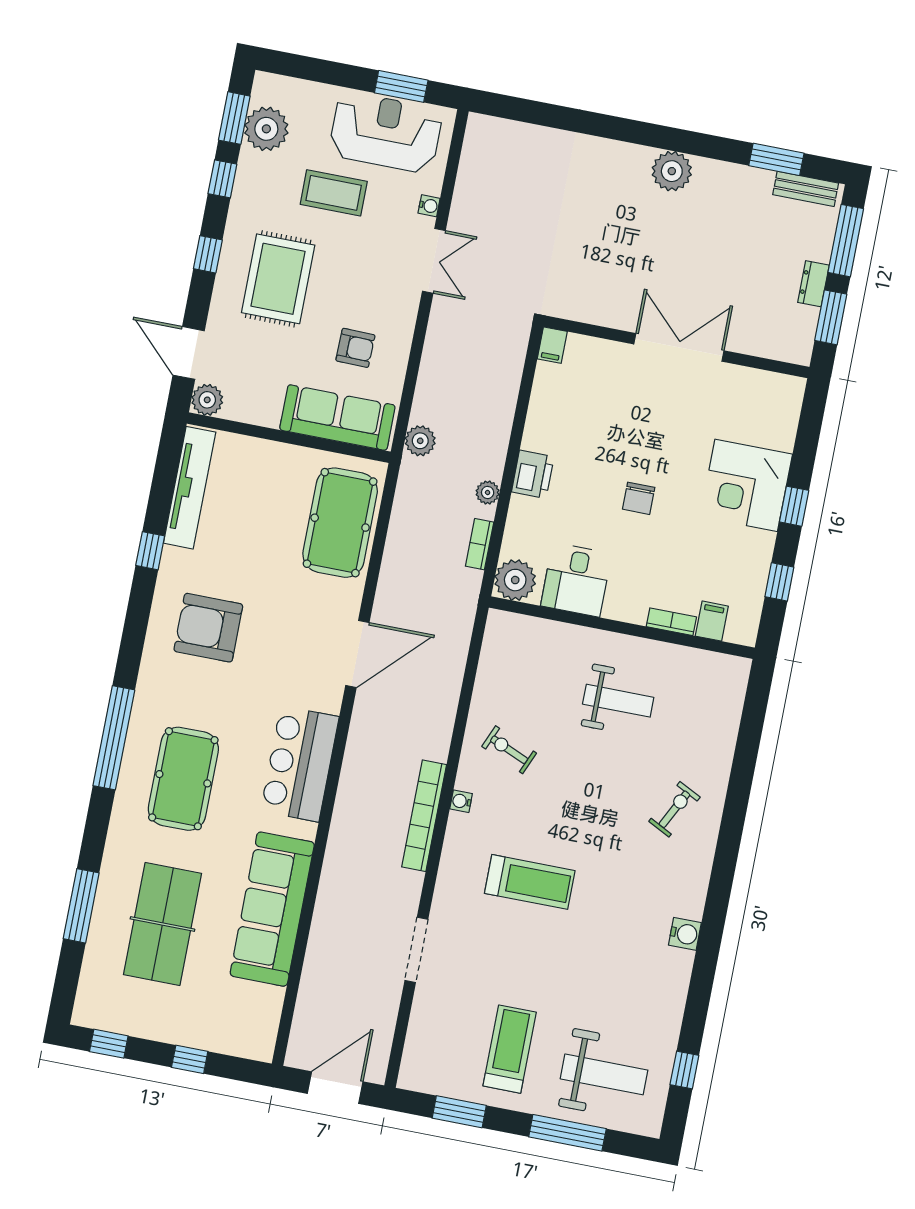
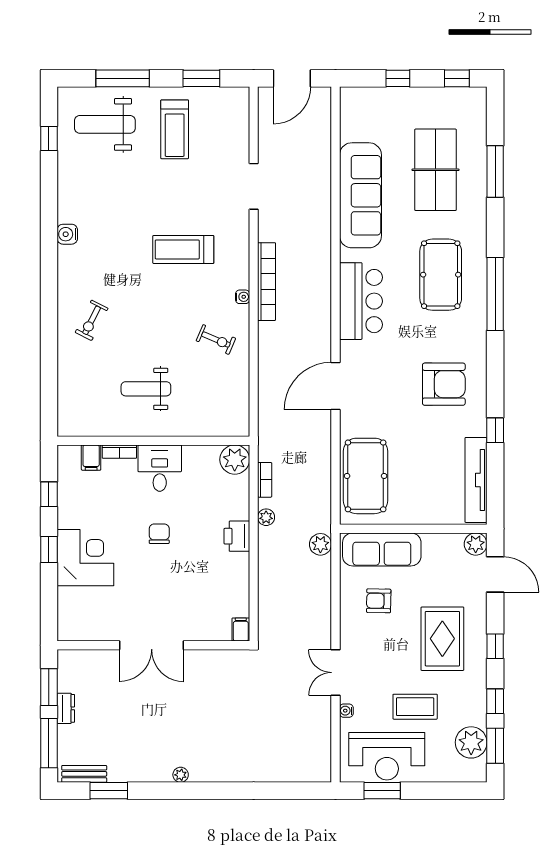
plant: (672, 171) -> (181, 775), width x0.53, depth x0.53
desk: (576, 580) -> (160, 468), moved

